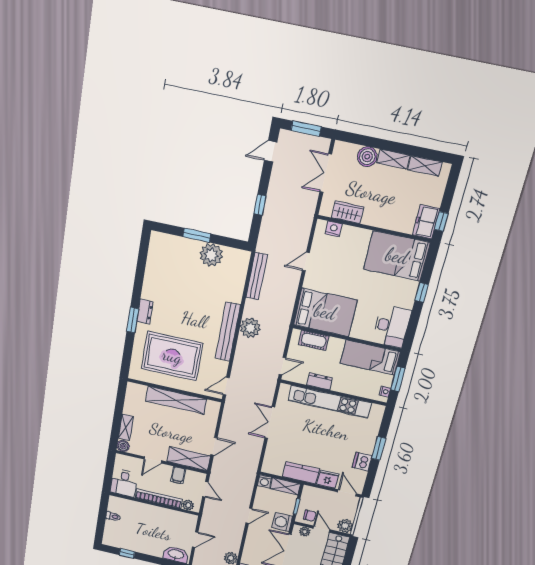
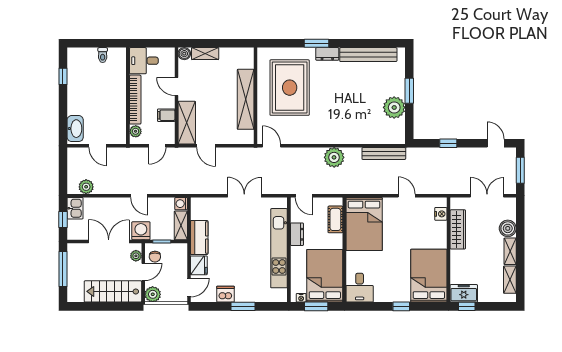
wardrobe: (348, 212) -> (458, 229), width x1.50
desk: (392, 326) -> (360, 288), width x0.73
bench: (228, 332) -> (368, 55), moved
bed: (370, 358) -> (325, 276), width x1.50

